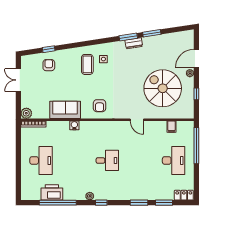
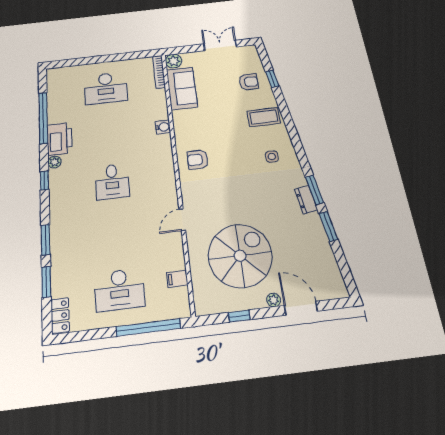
coffee table: (87, 64) -> (264, 117), moved
sofa: (65, 110) -> (182, 88), moved
printer: (52, 192) -> (60, 139), moved

